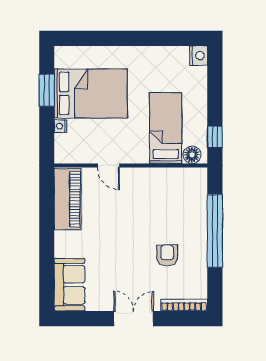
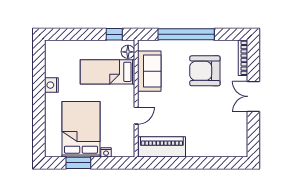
nightstand: (199, 56) -> (51, 85), moved, turned -90
armchair: (167, 255) -> (205, 71), width x1.88, depth x1.88
sofa: (70, 285) -> (149, 71), moved, turned 90

